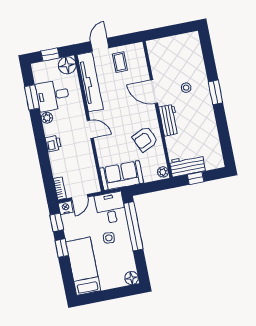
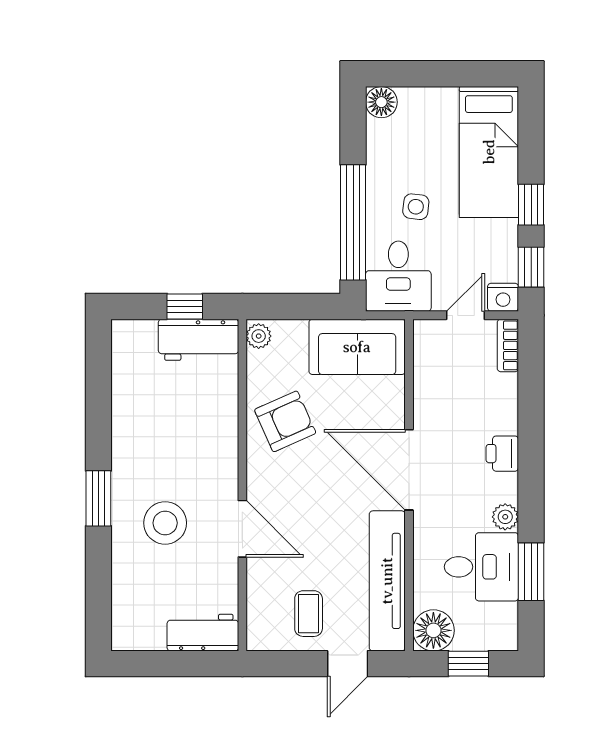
stool: (186, 88) -> (165, 523), width x1.89, depth x1.89
workbench: (169, 120) -> (203, 633), moved, turned 90
door: (90, 129) -> (409, 470), width x1.88

